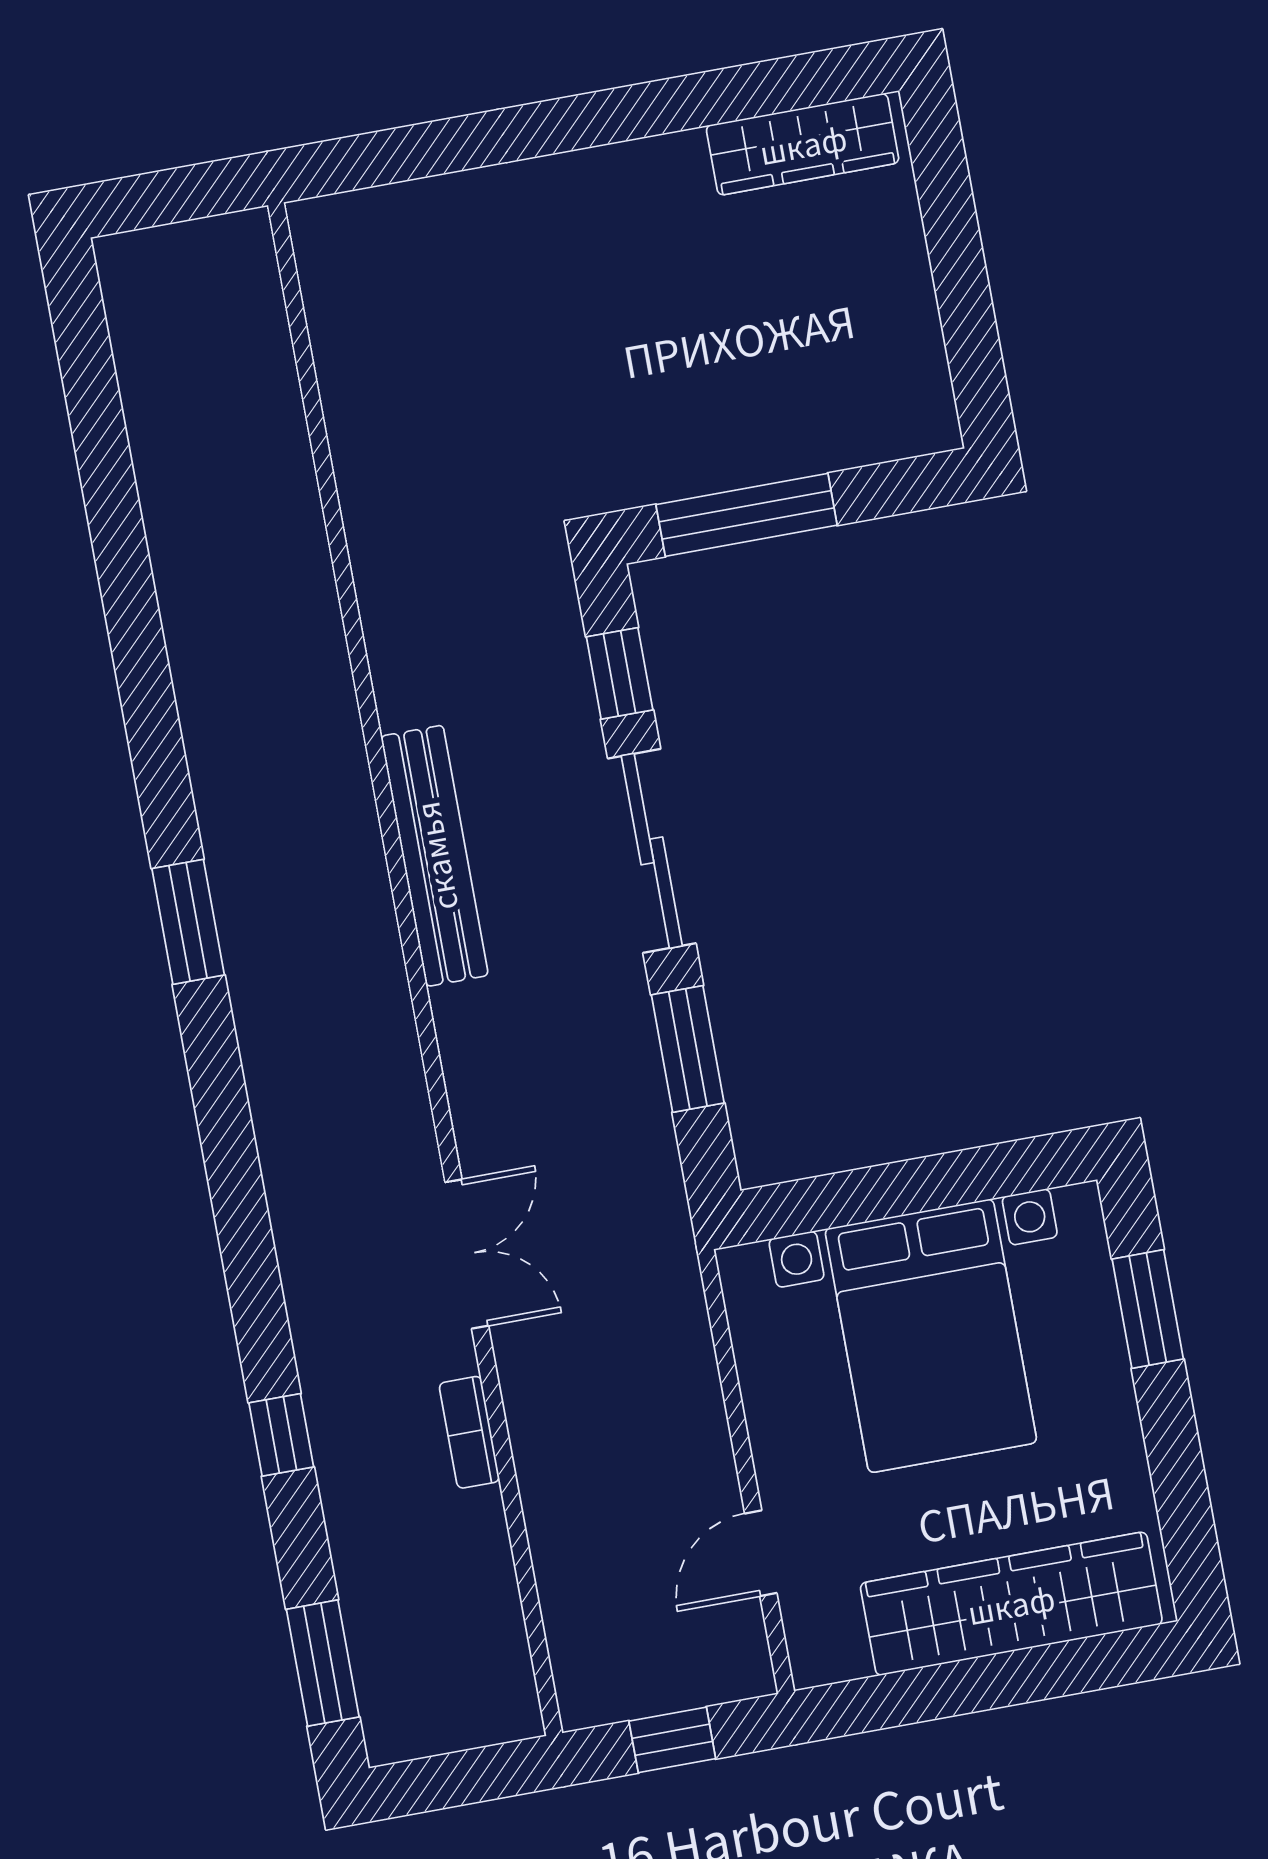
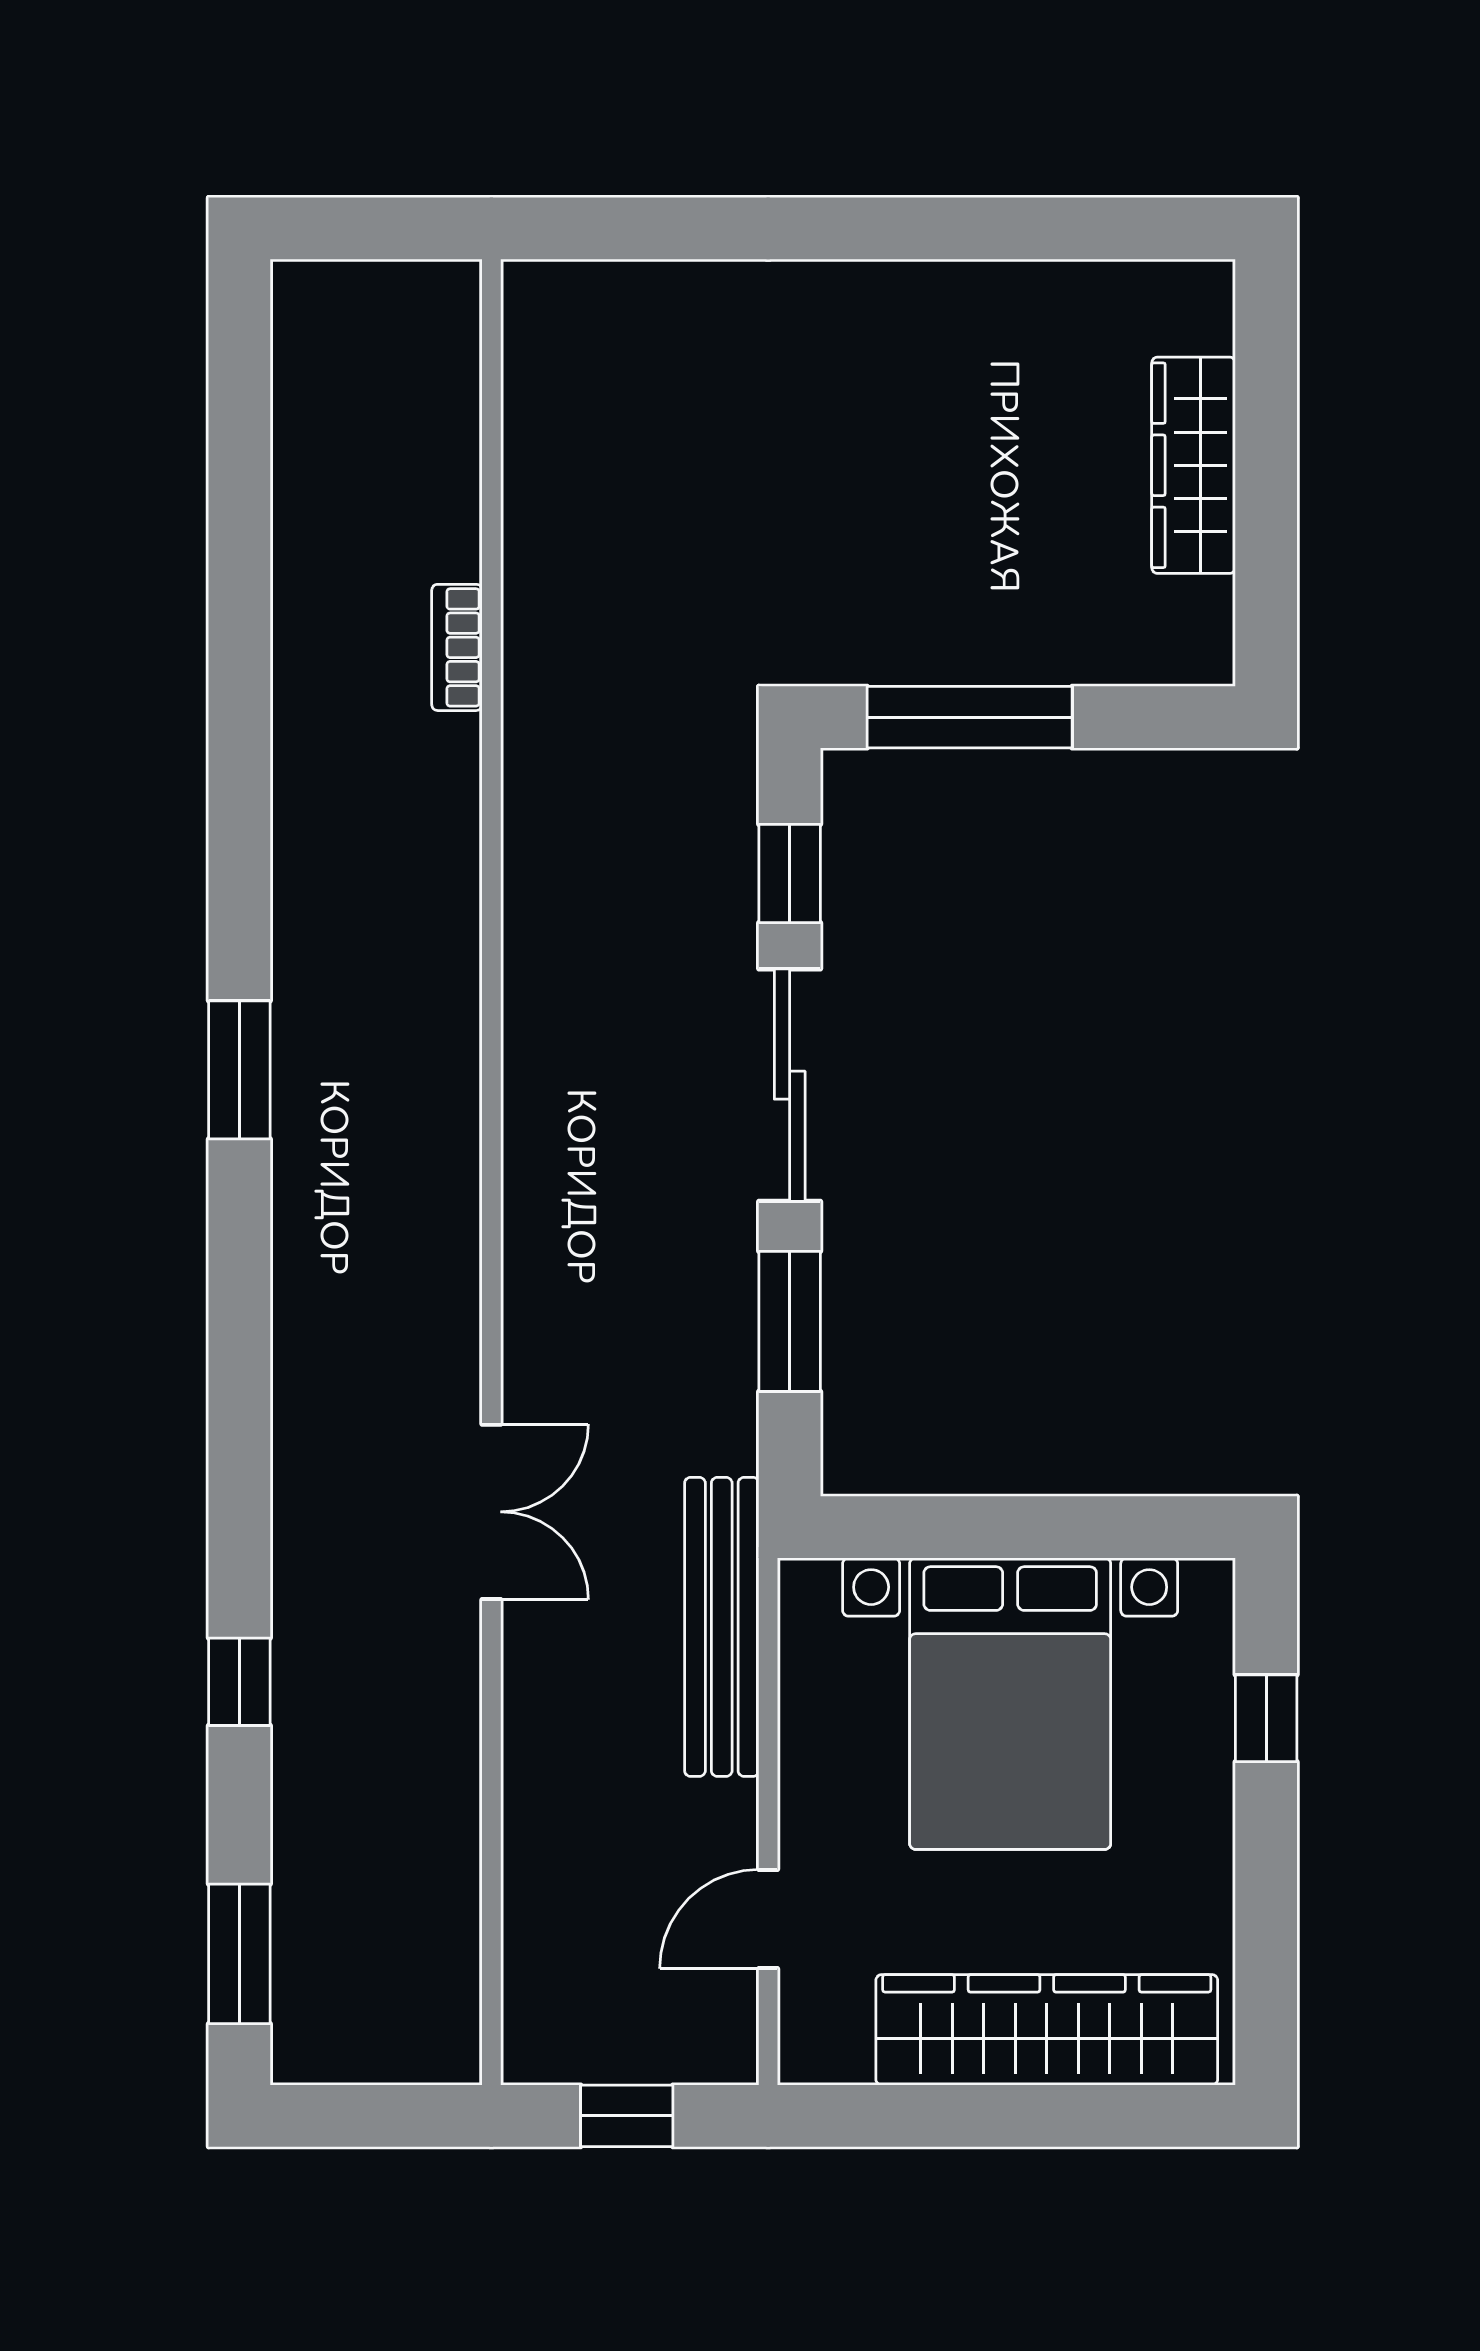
wardrobe: (803, 144) -> (1194, 465), moved, turned 90
bench: (435, 856) -> (722, 1627), moved
window: (1148, 1309) -> (1266, 1718), width x0.67
bookcase: (469, 1432) -> (457, 647), moved

